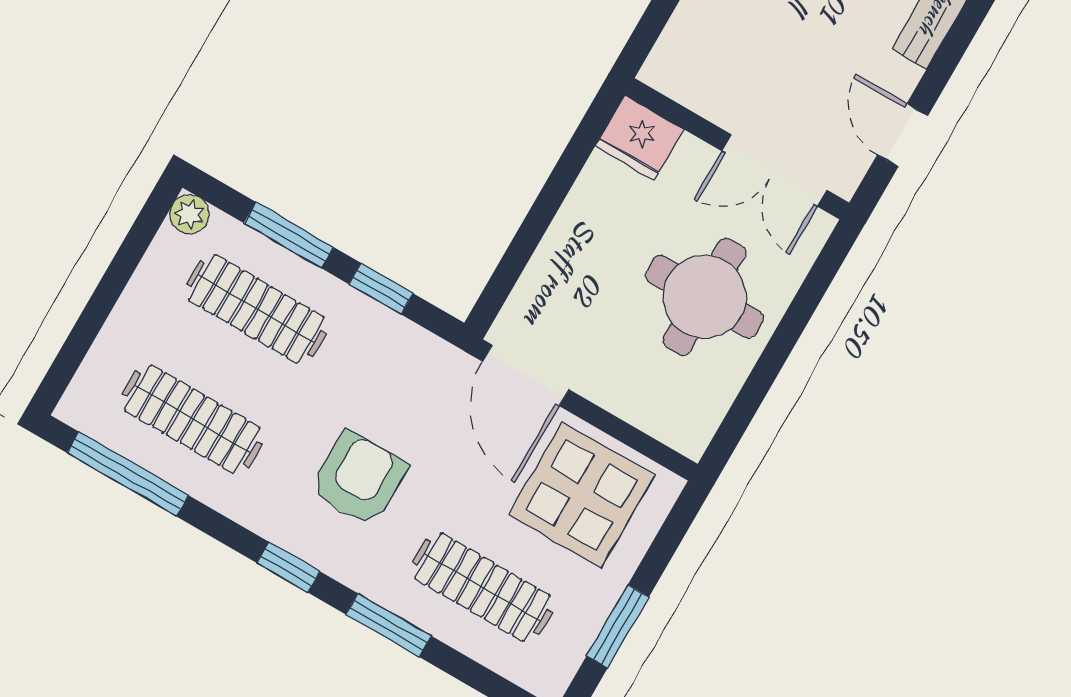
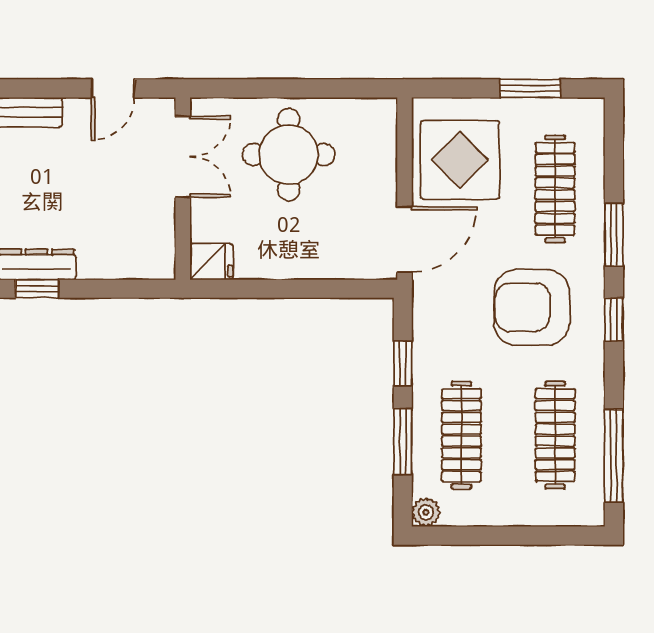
fridge: (639, 138) -> (212, 262), width x0.72
armchair: (359, 479) -> (532, 307), width x1.36, depth x1.36

